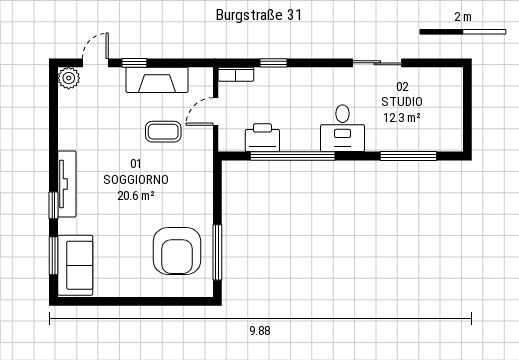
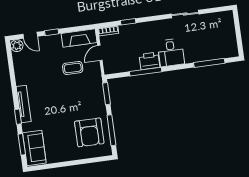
door: (95, 63) -> (30, 35), swing flipped
fireplace: (157, 80) -> (79, 38), moved
printer: (262, 138) -> (149, 61), moved
window: (293, 156) -> (146, 72), width x0.68
window: (217, 186) -> (106, 94), added

